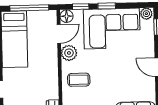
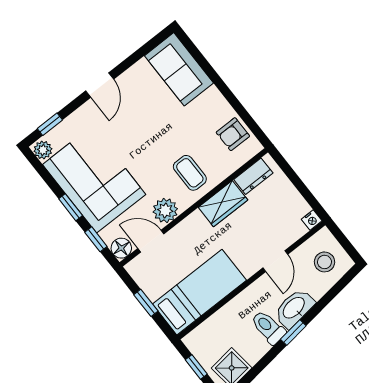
window: (29, 8) -> (146, 303), width x0.46
wardrobe: (50, 85) -> (223, 204), added

